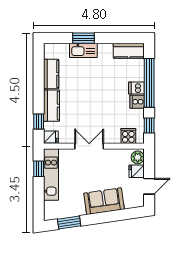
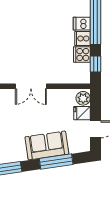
cooker: (128, 136) -> (82, 55), moved, turned -90
double door: (89, 146) -> (31, 86), swing flipped
window: (113, 216) -> (56, 161), added

